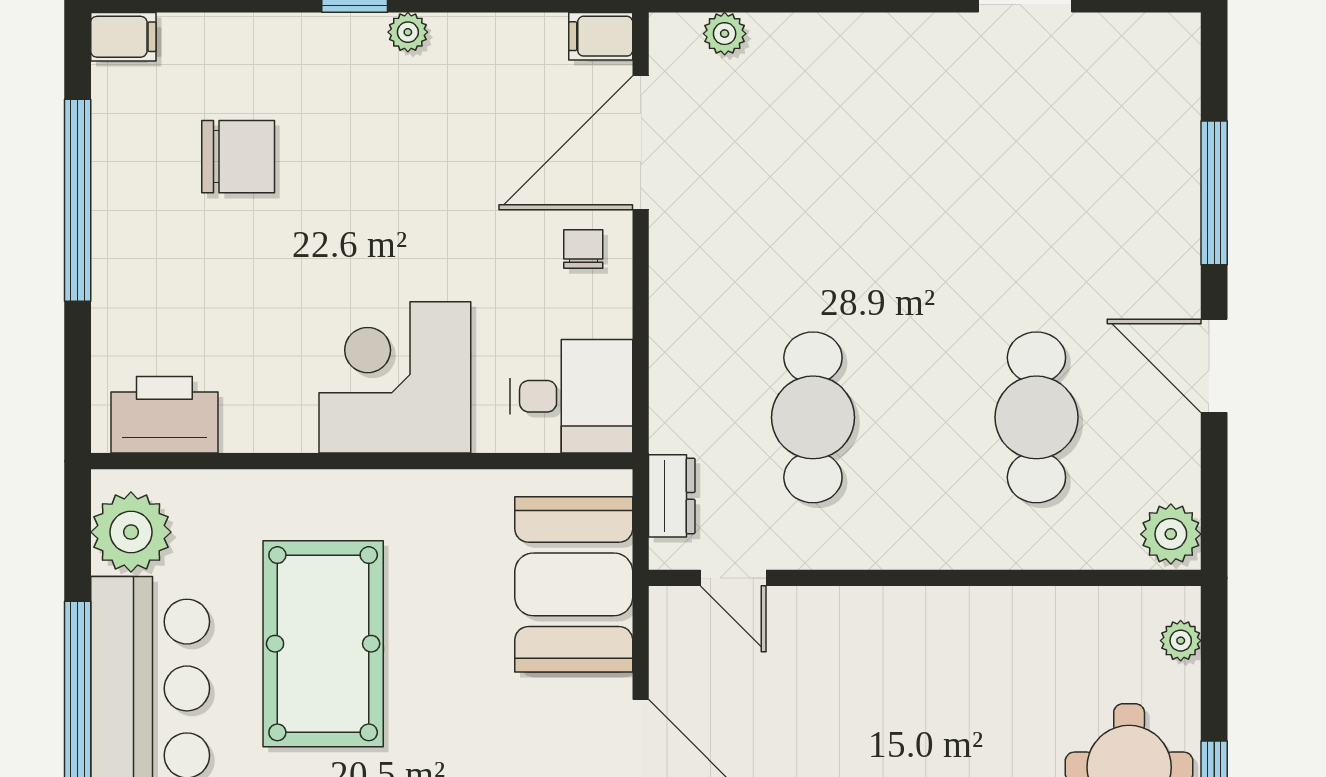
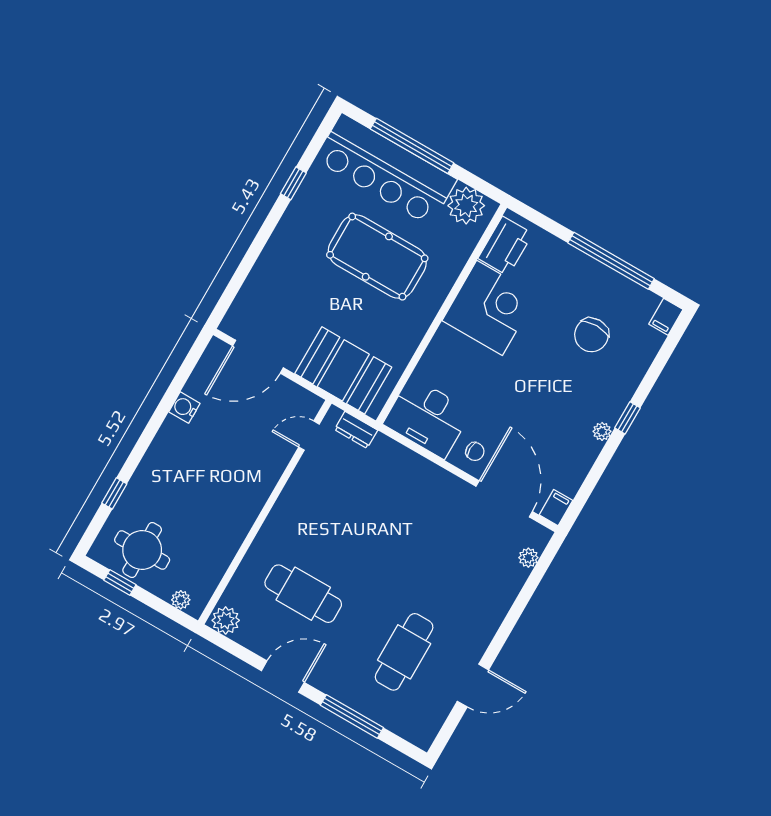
corner desk: (395, 377) -> (490, 308), moved
desk: (571, 396) -> (427, 418), width x1.37
cafe table: (813, 417) -> (404, 652), moved, turned 90

